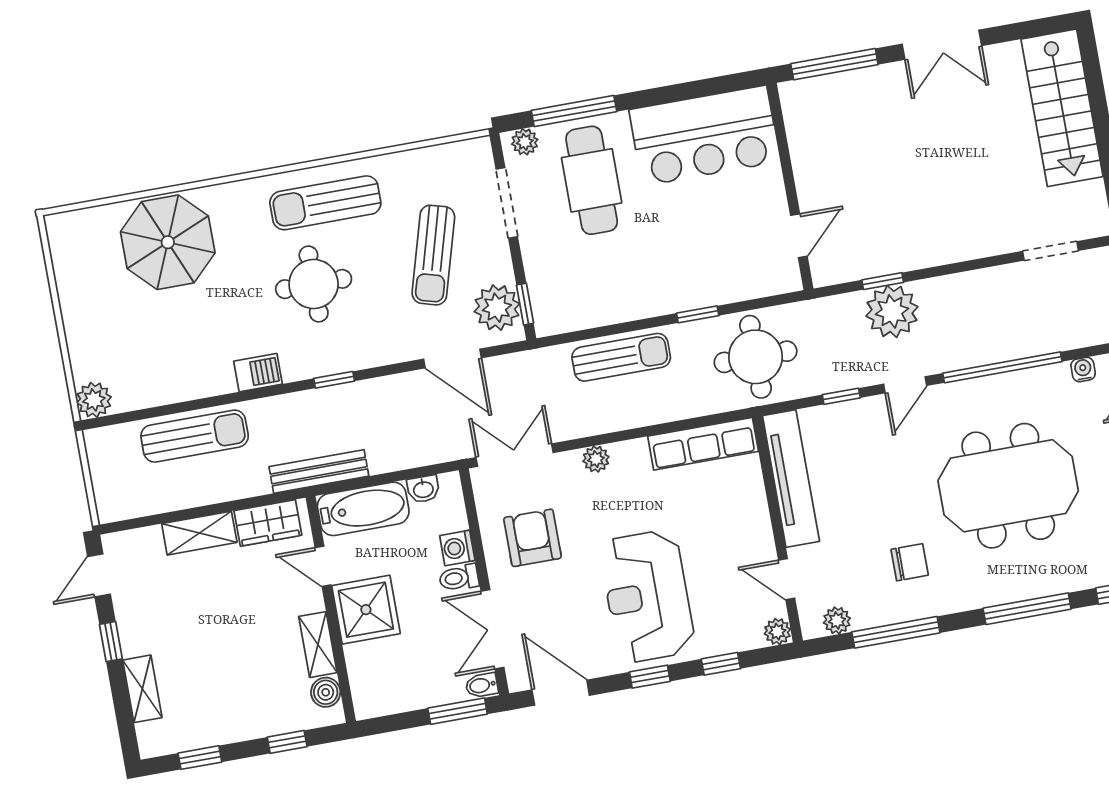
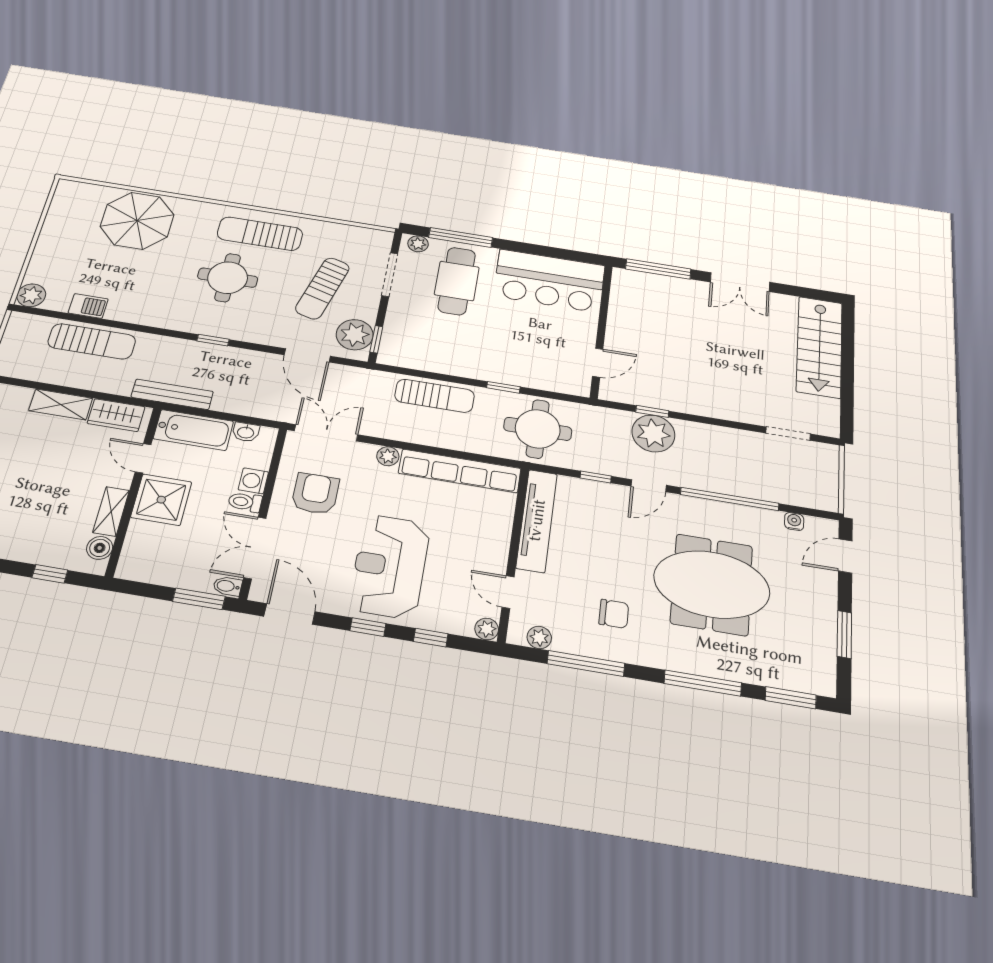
barbecue: (258, 373) -> (88, 306), moved
row of seats: (703, 444) -> (460, 471), width x1.36

